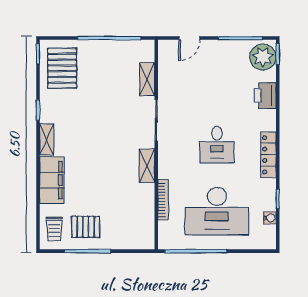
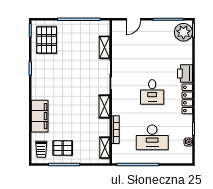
printer: (265, 96) -> (185, 74), moved
shelving: (47, 139) -> (105, 148), moved
desk: (217, 211) -> (152, 137), width x0.73, depth x0.77

